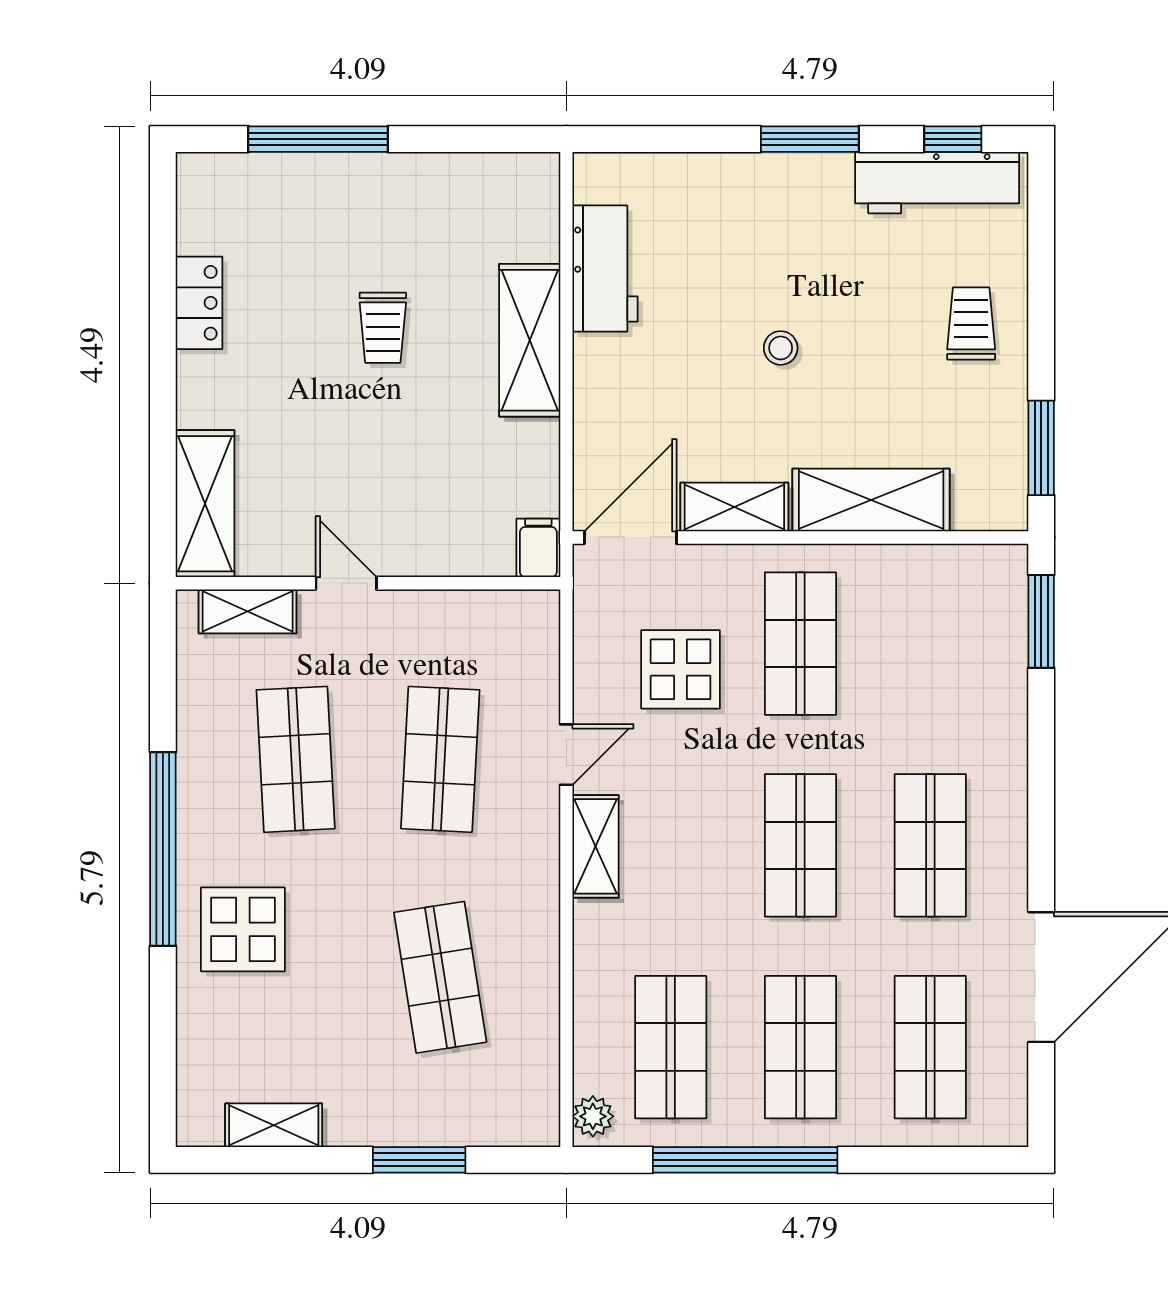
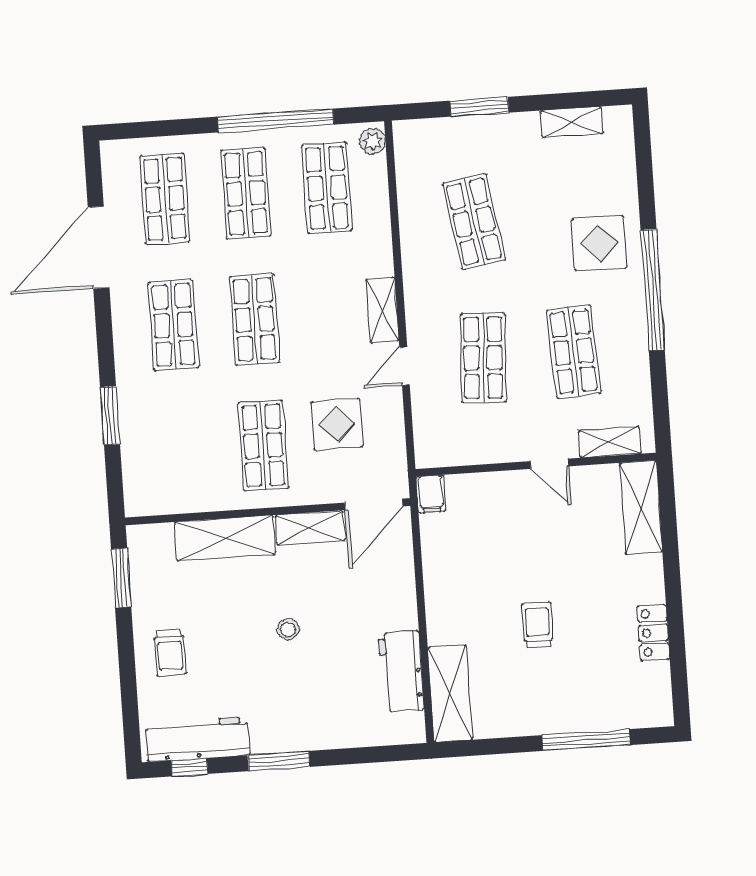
shelving: (530, 340) -> (450, 693), moved
window: (1041, 621) -> (110, 416), moved

